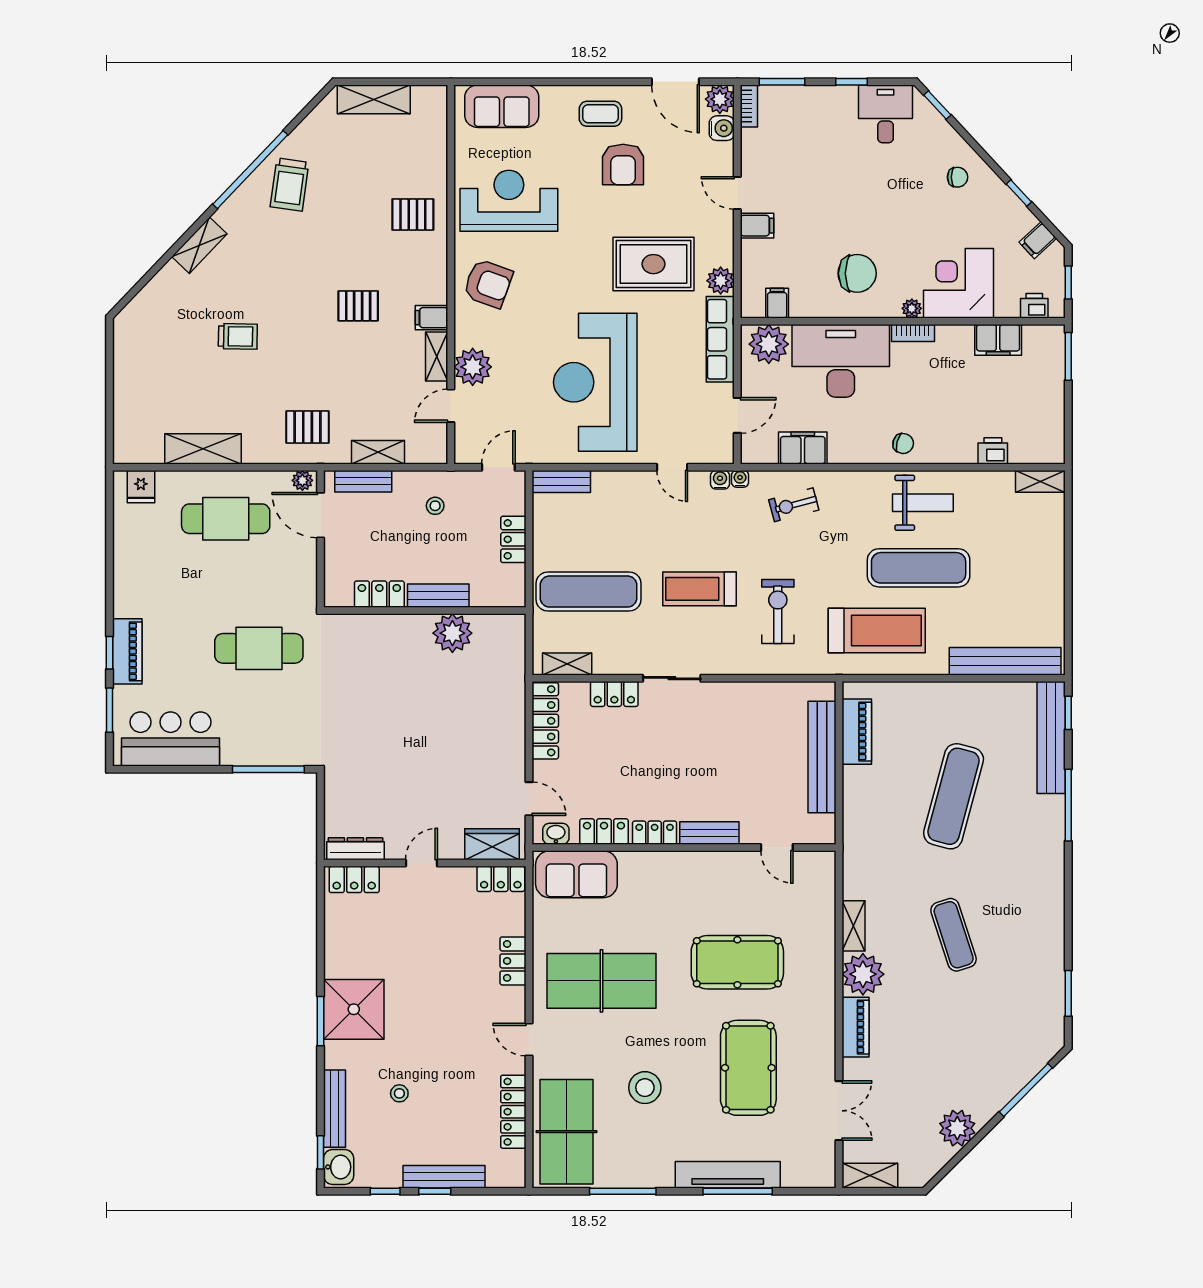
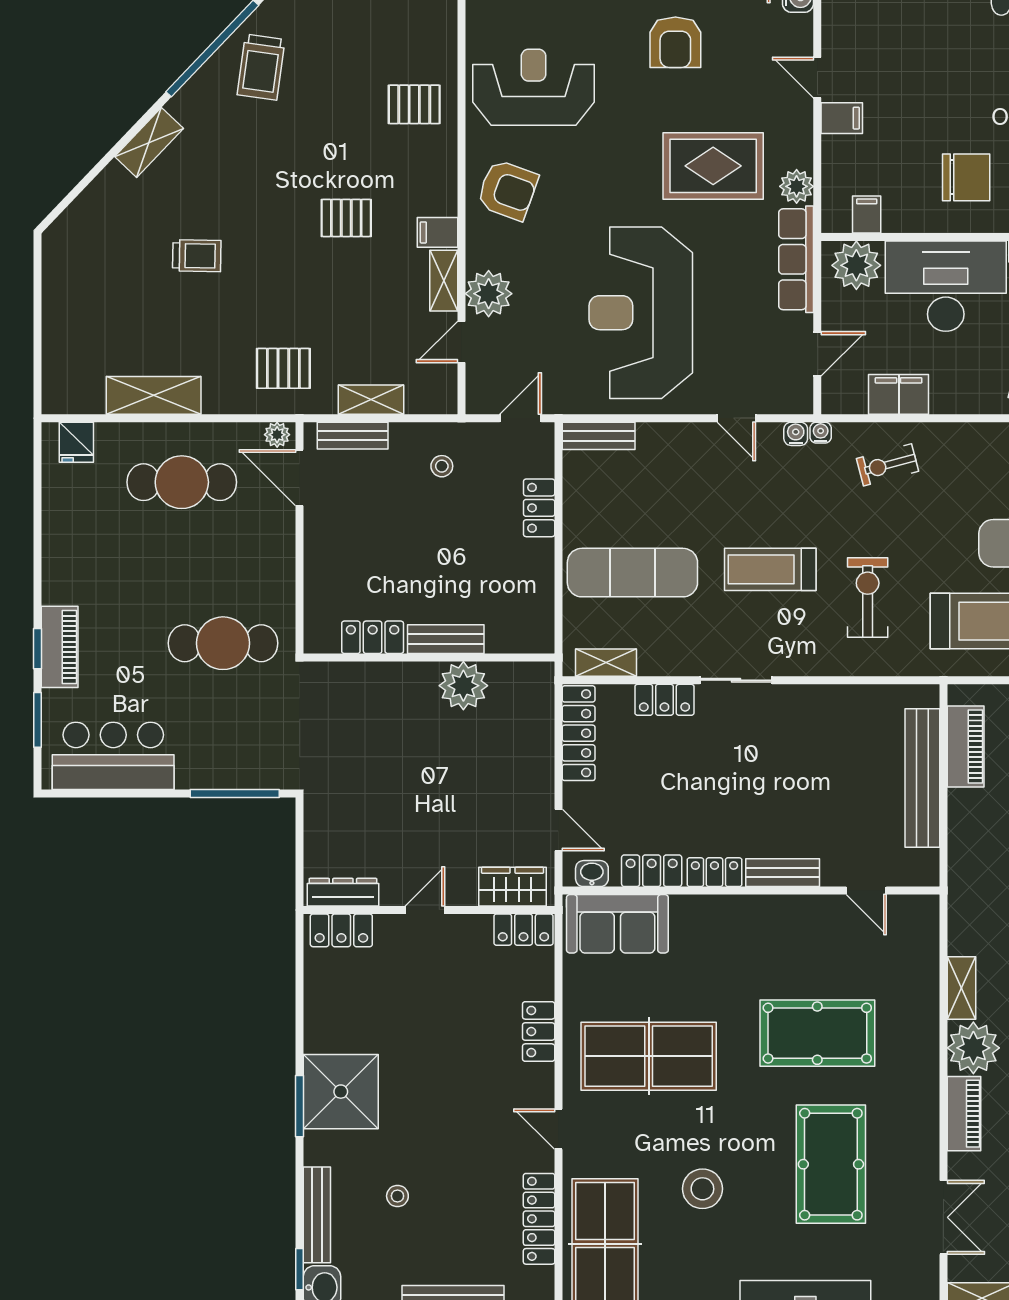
locker: (379, 594) -> (373, 637), moved
bench: (438, 596) -> (446, 639), moved
wall: (425, 610) -> (429, 658), moved
plant: (452, 633) -> (463, 686), moved

